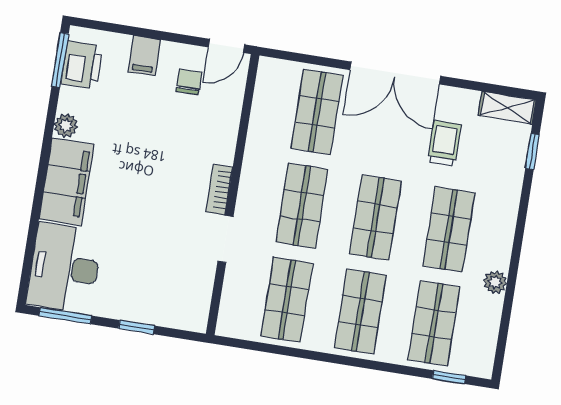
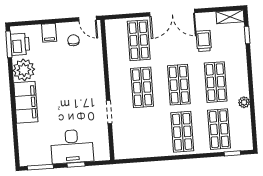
door: (226, 46) -> (88, 19), hinge flipped
plant: (66, 126) -> (24, 70), width x1.88, depth x1.88
bookcase: (219, 190) -> (100, 89), removed
desk: (64, 268) -> (72, 146), moved, turned -90
shop shelf: (287, 300) -> (145, 134), removed

